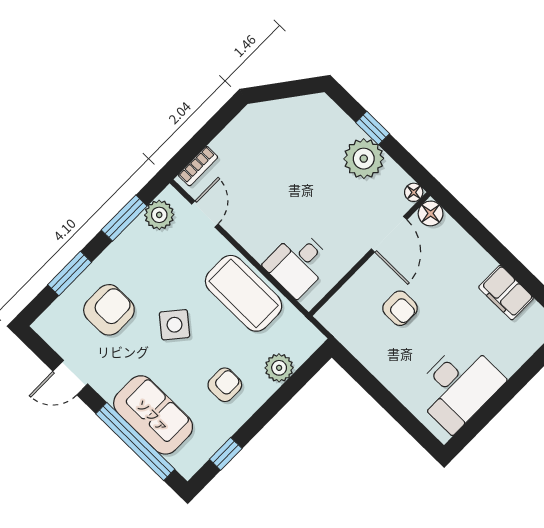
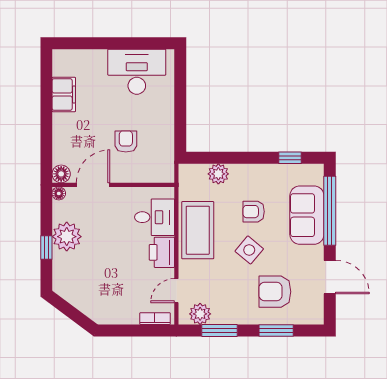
printer: (256, 237) -> (162, 252), added
door: (70, 378) -> (330, 277), width x1.38
armchair: (225, 385) -> (254, 212), moved

